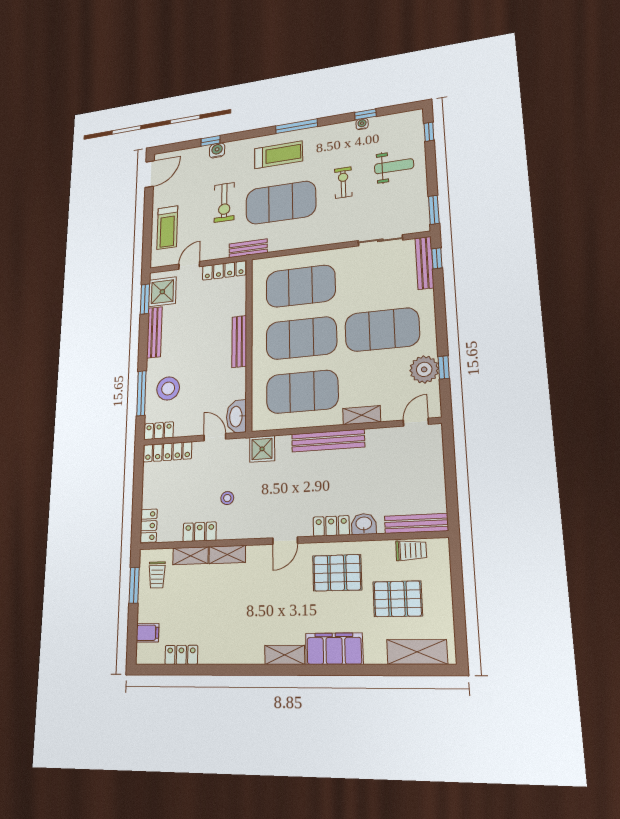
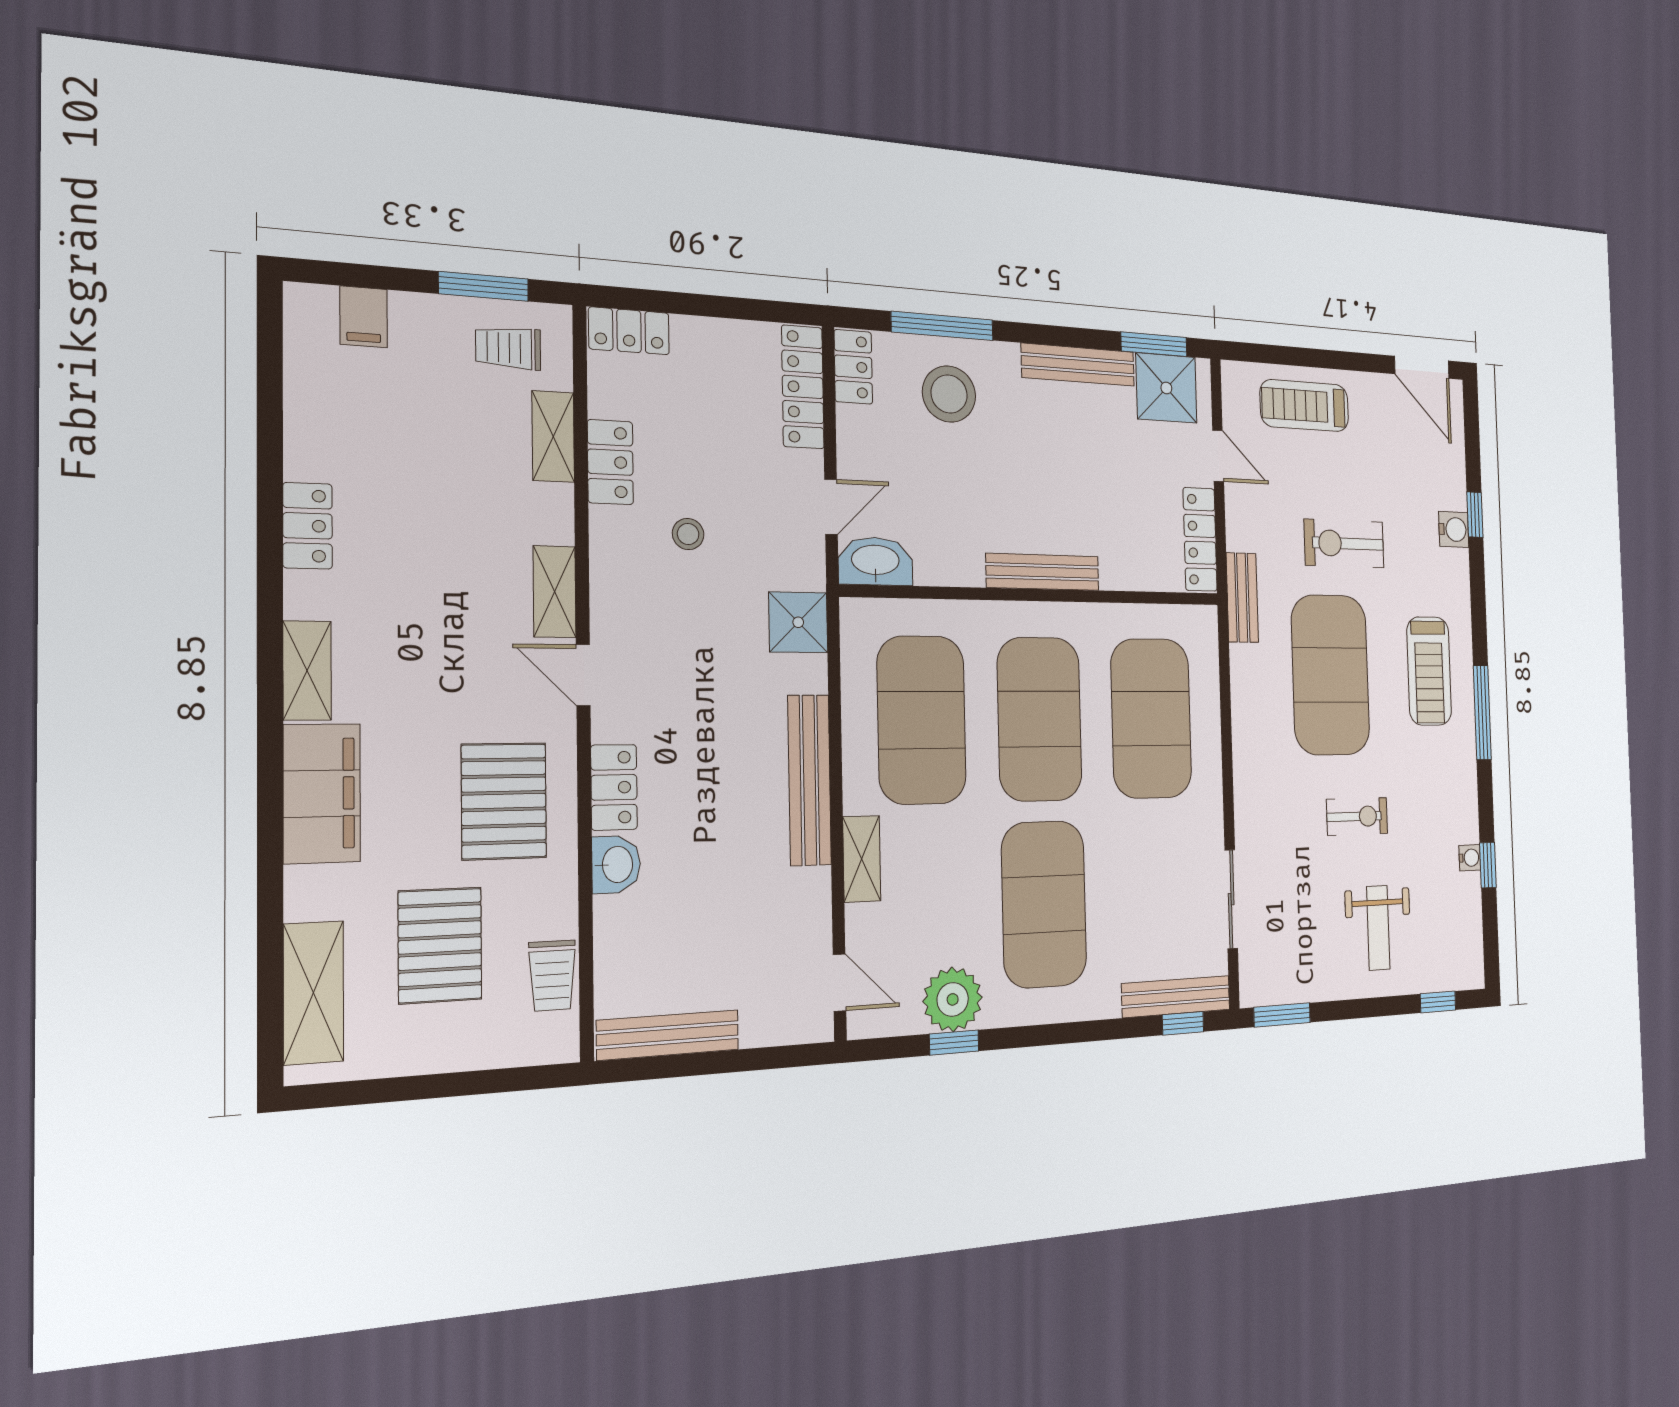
bench: (416, 523) -> (668, 1035), moved, turned 90
shelving: (227, 554) -> (554, 592), moved
locker: (181, 655) -> (308, 526), moved

